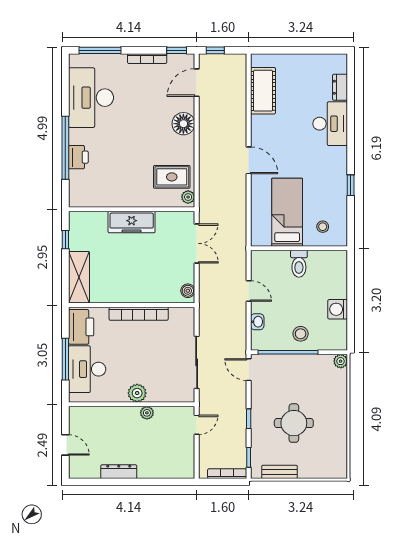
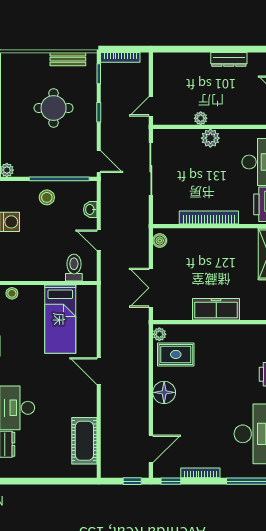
floor lamp: (183, 124) -> (164, 392), moved
stool: (323, 227) -> (12, 293), moved
toilet: (299, 264) -> (74, 268), moved

